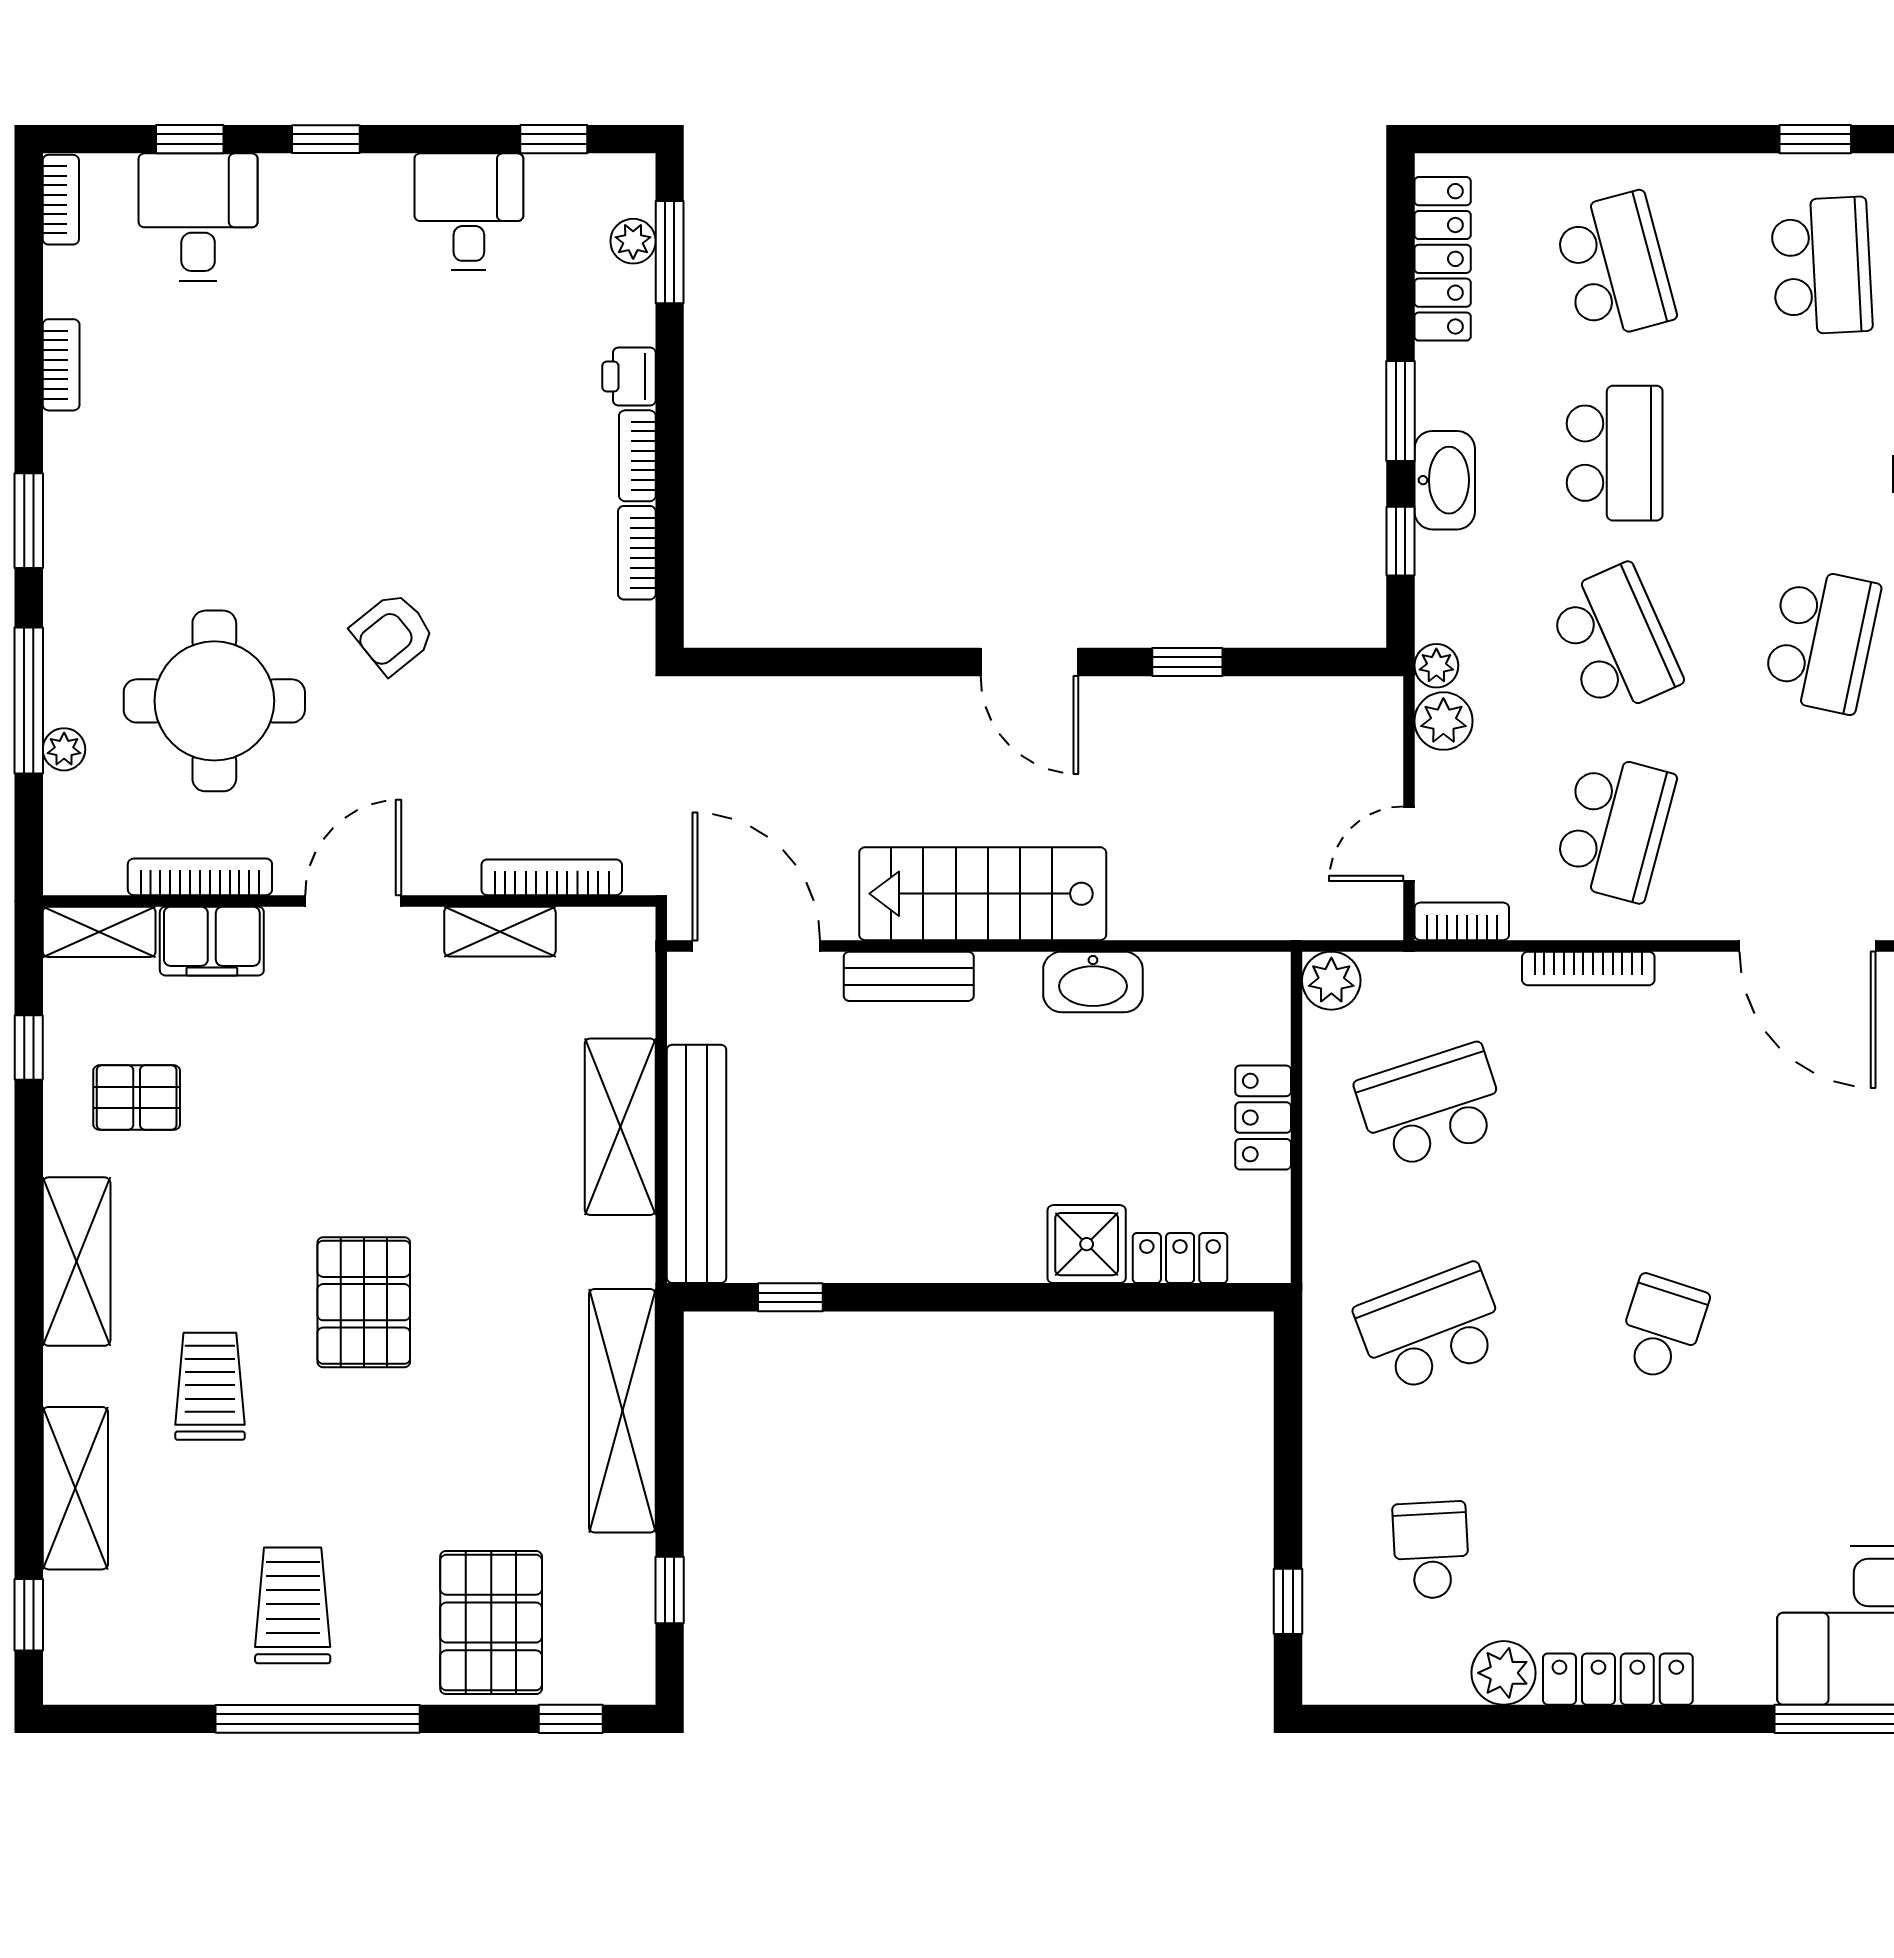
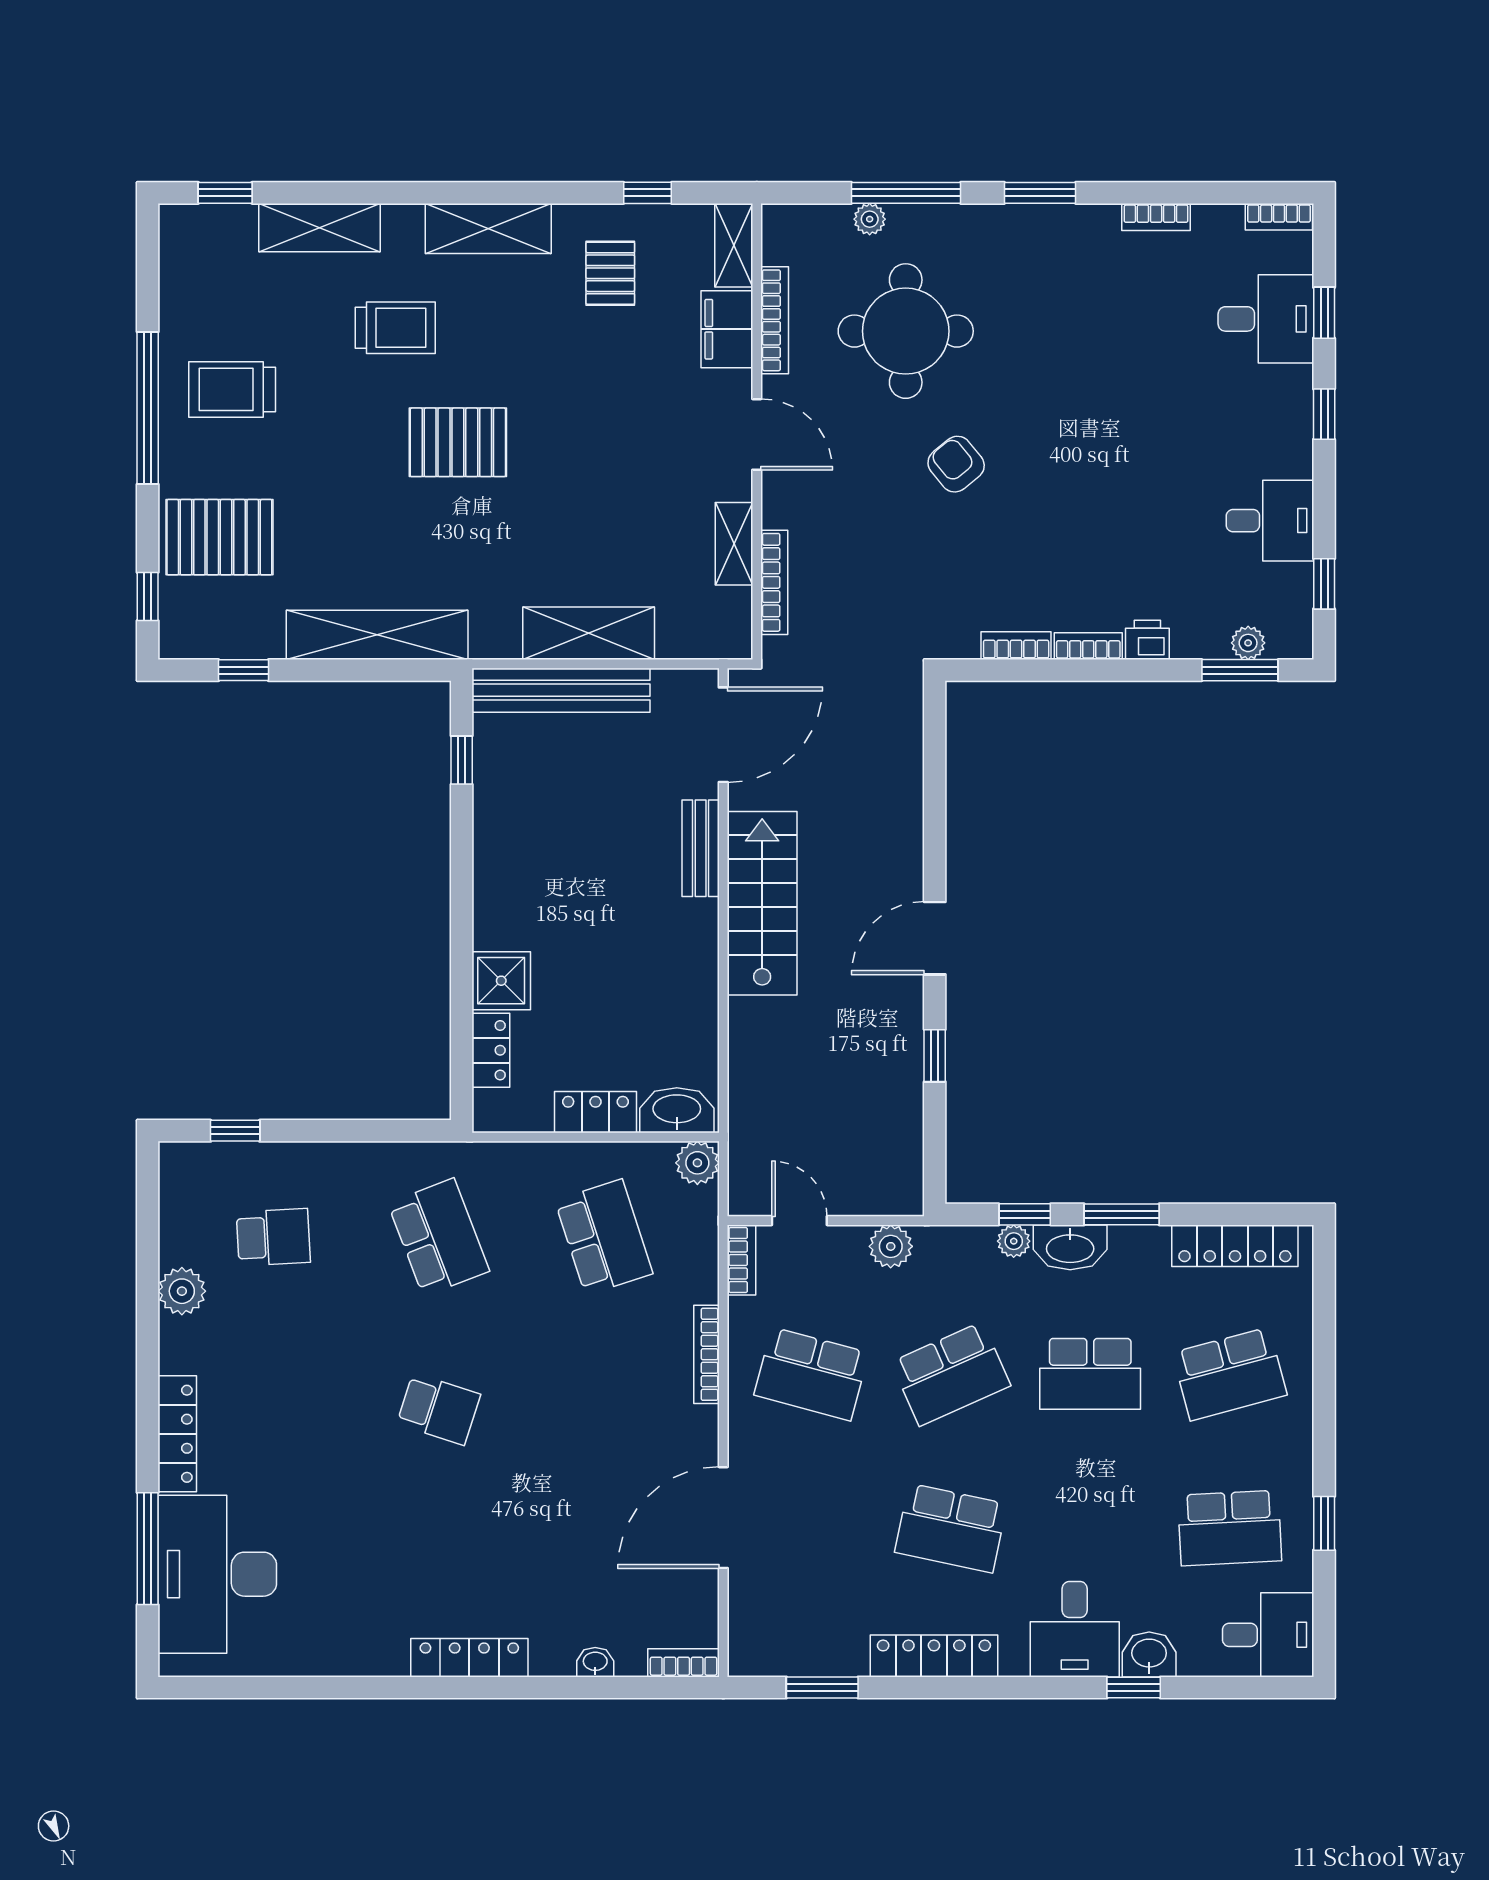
plant: (1436, 666) -> (1014, 1241), moved
washbasin: (1093, 982) -> (677, 1110), moved, turned 90
trolley: (293, 1605) -> (232, 389), turned 180
locker: (1618, 1679) -> (177, 1434), moved

